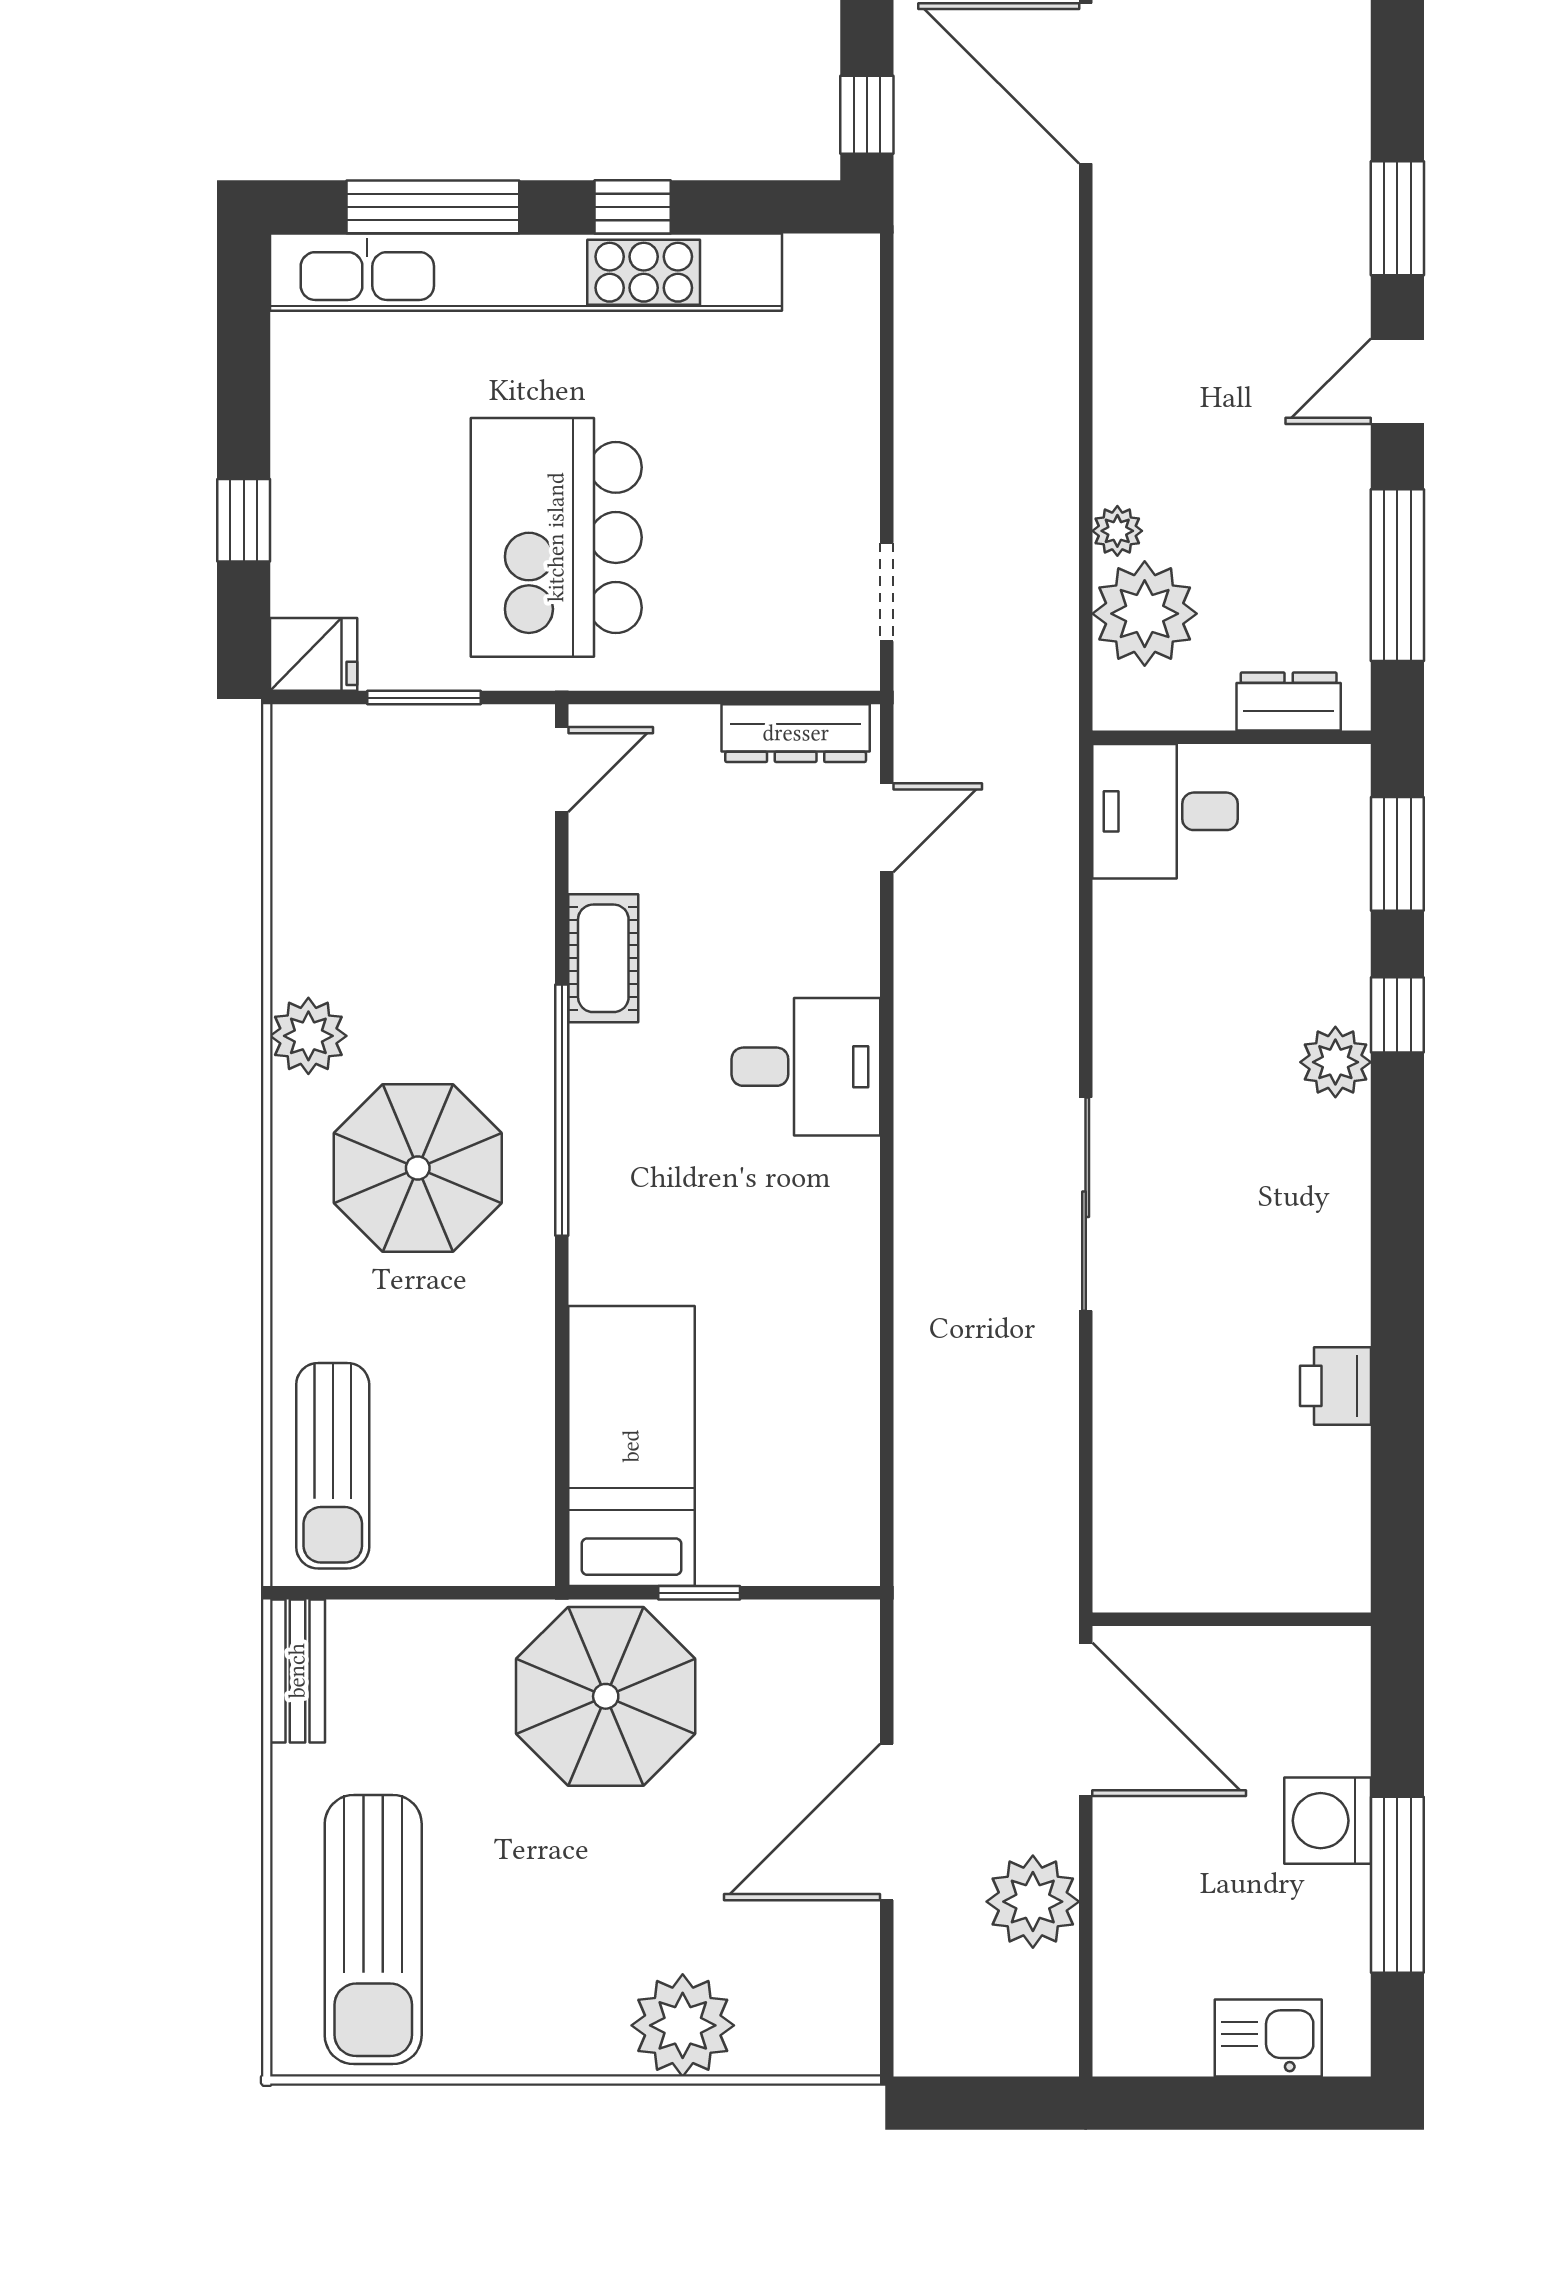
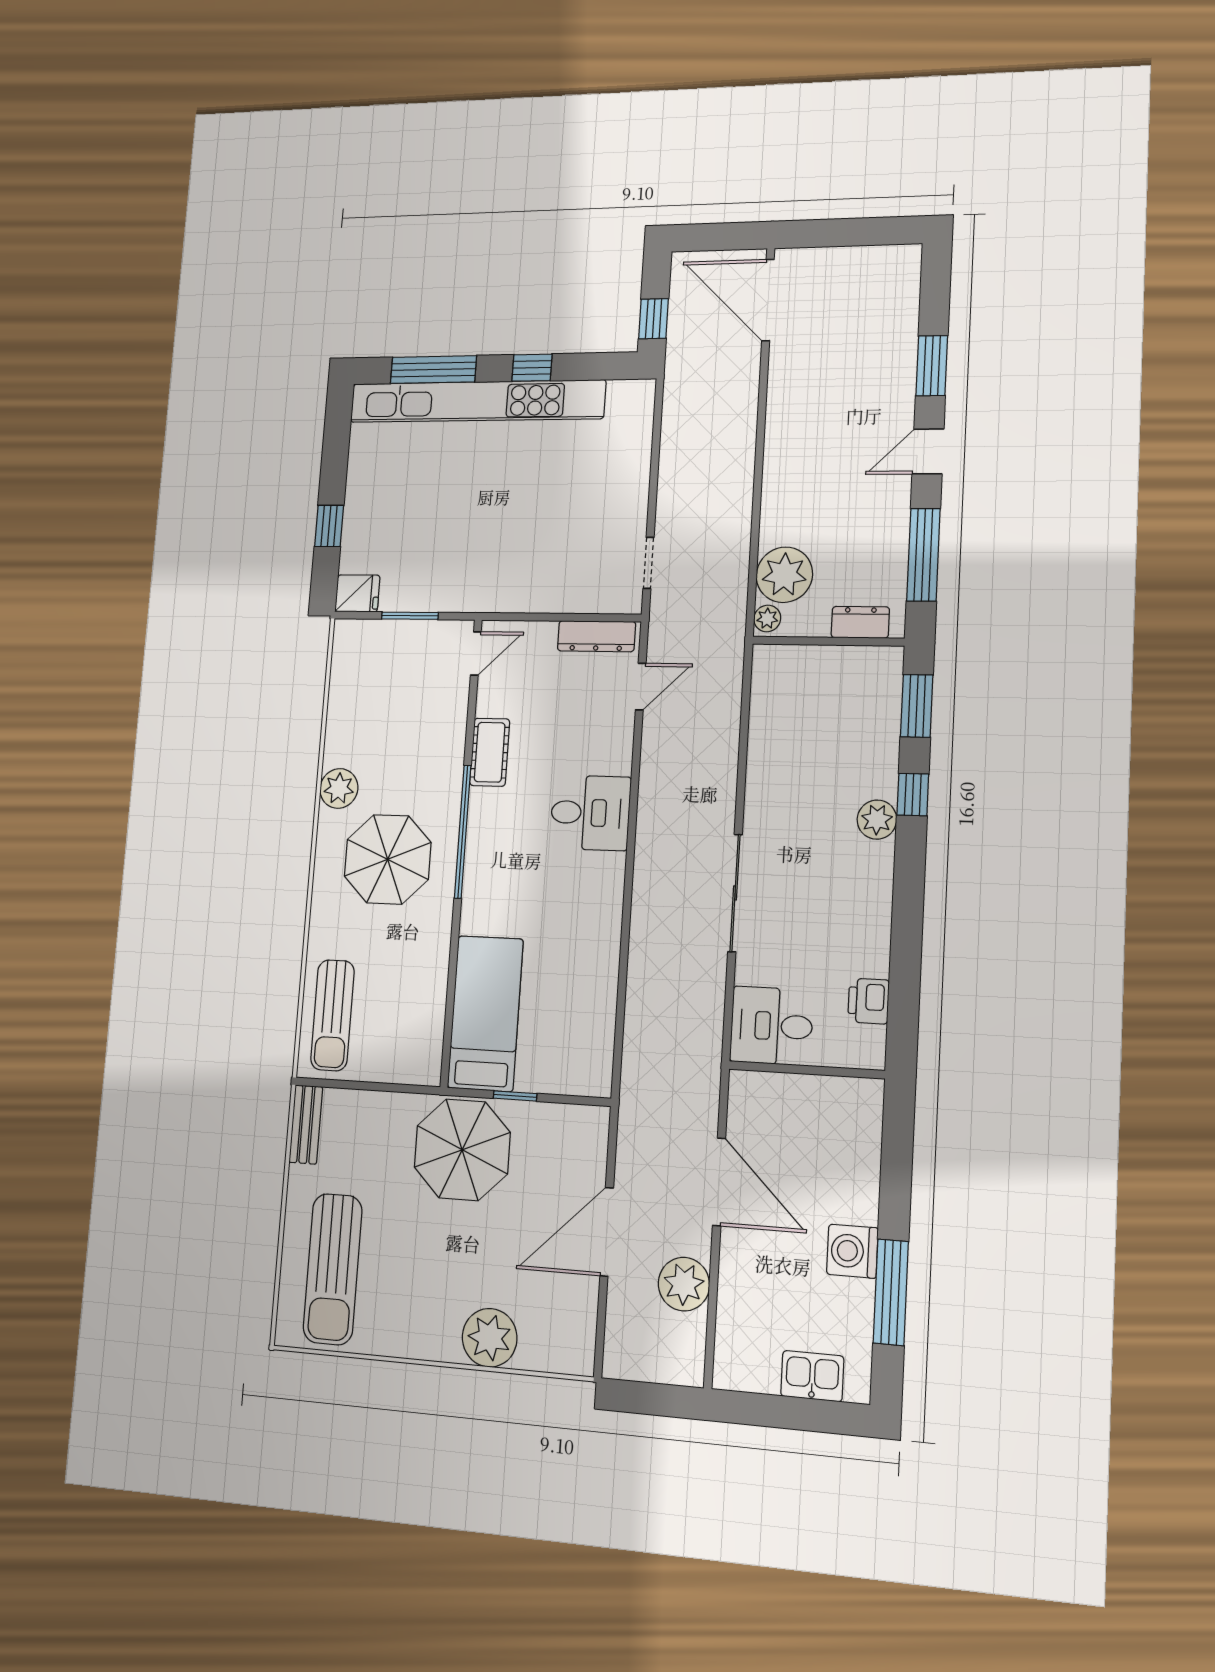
plant: (1117, 531) -> (767, 618), moved
kitchen island: (556, 537) -> (482, 535), removed
desk: (1165, 811) -> (772, 1026), moved
wall: (1232, 1619) -> (807, 1070), moved

